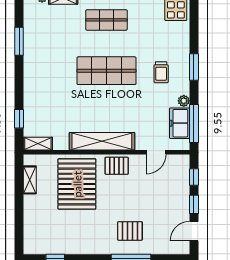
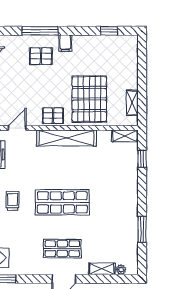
filing cabinet: (103, 245) -> (65, 43), added

